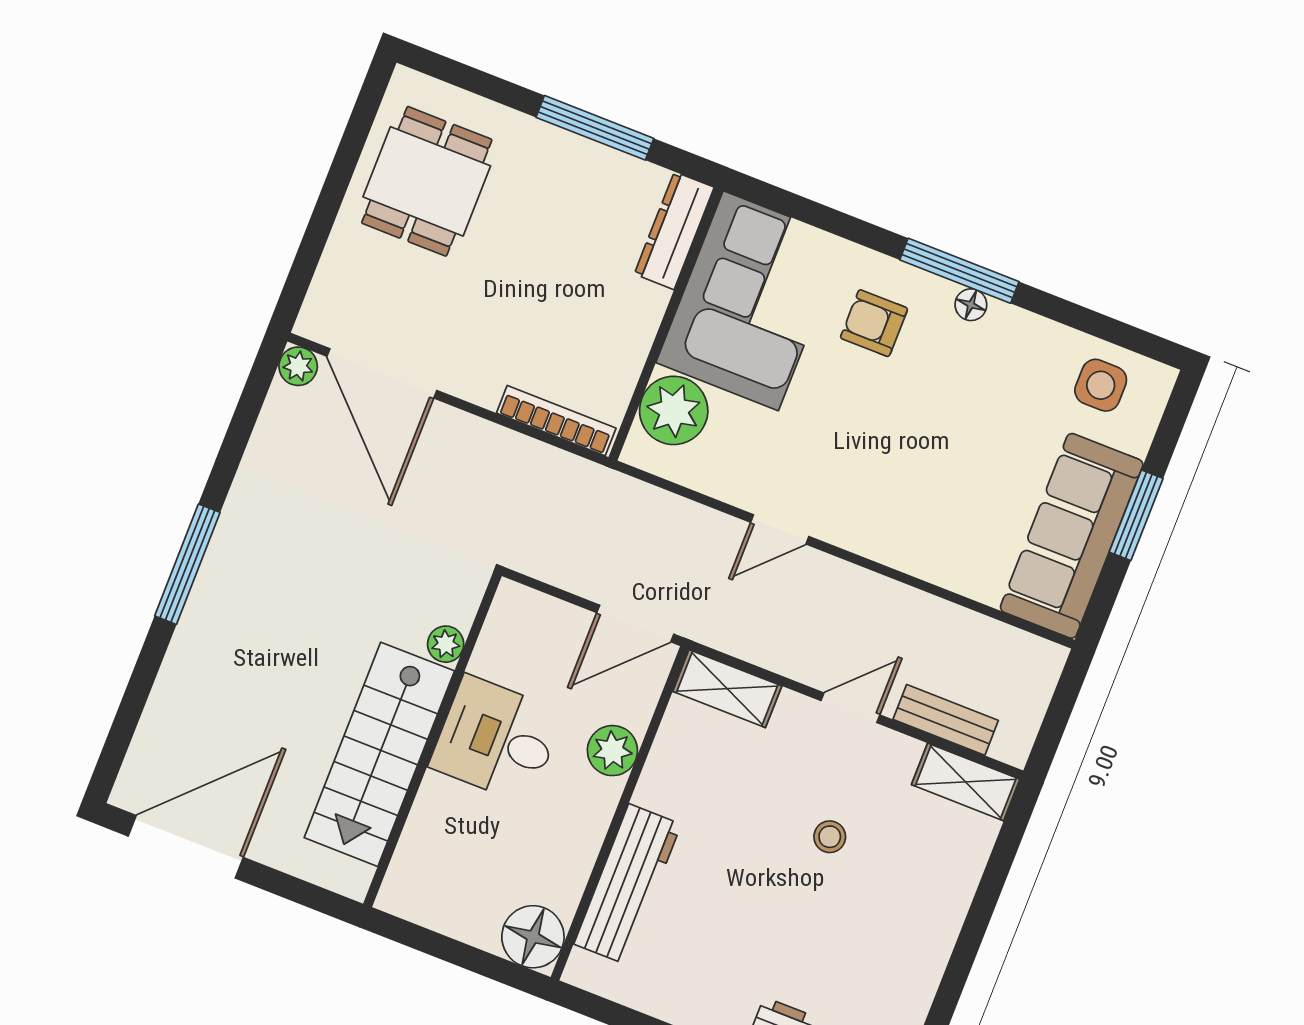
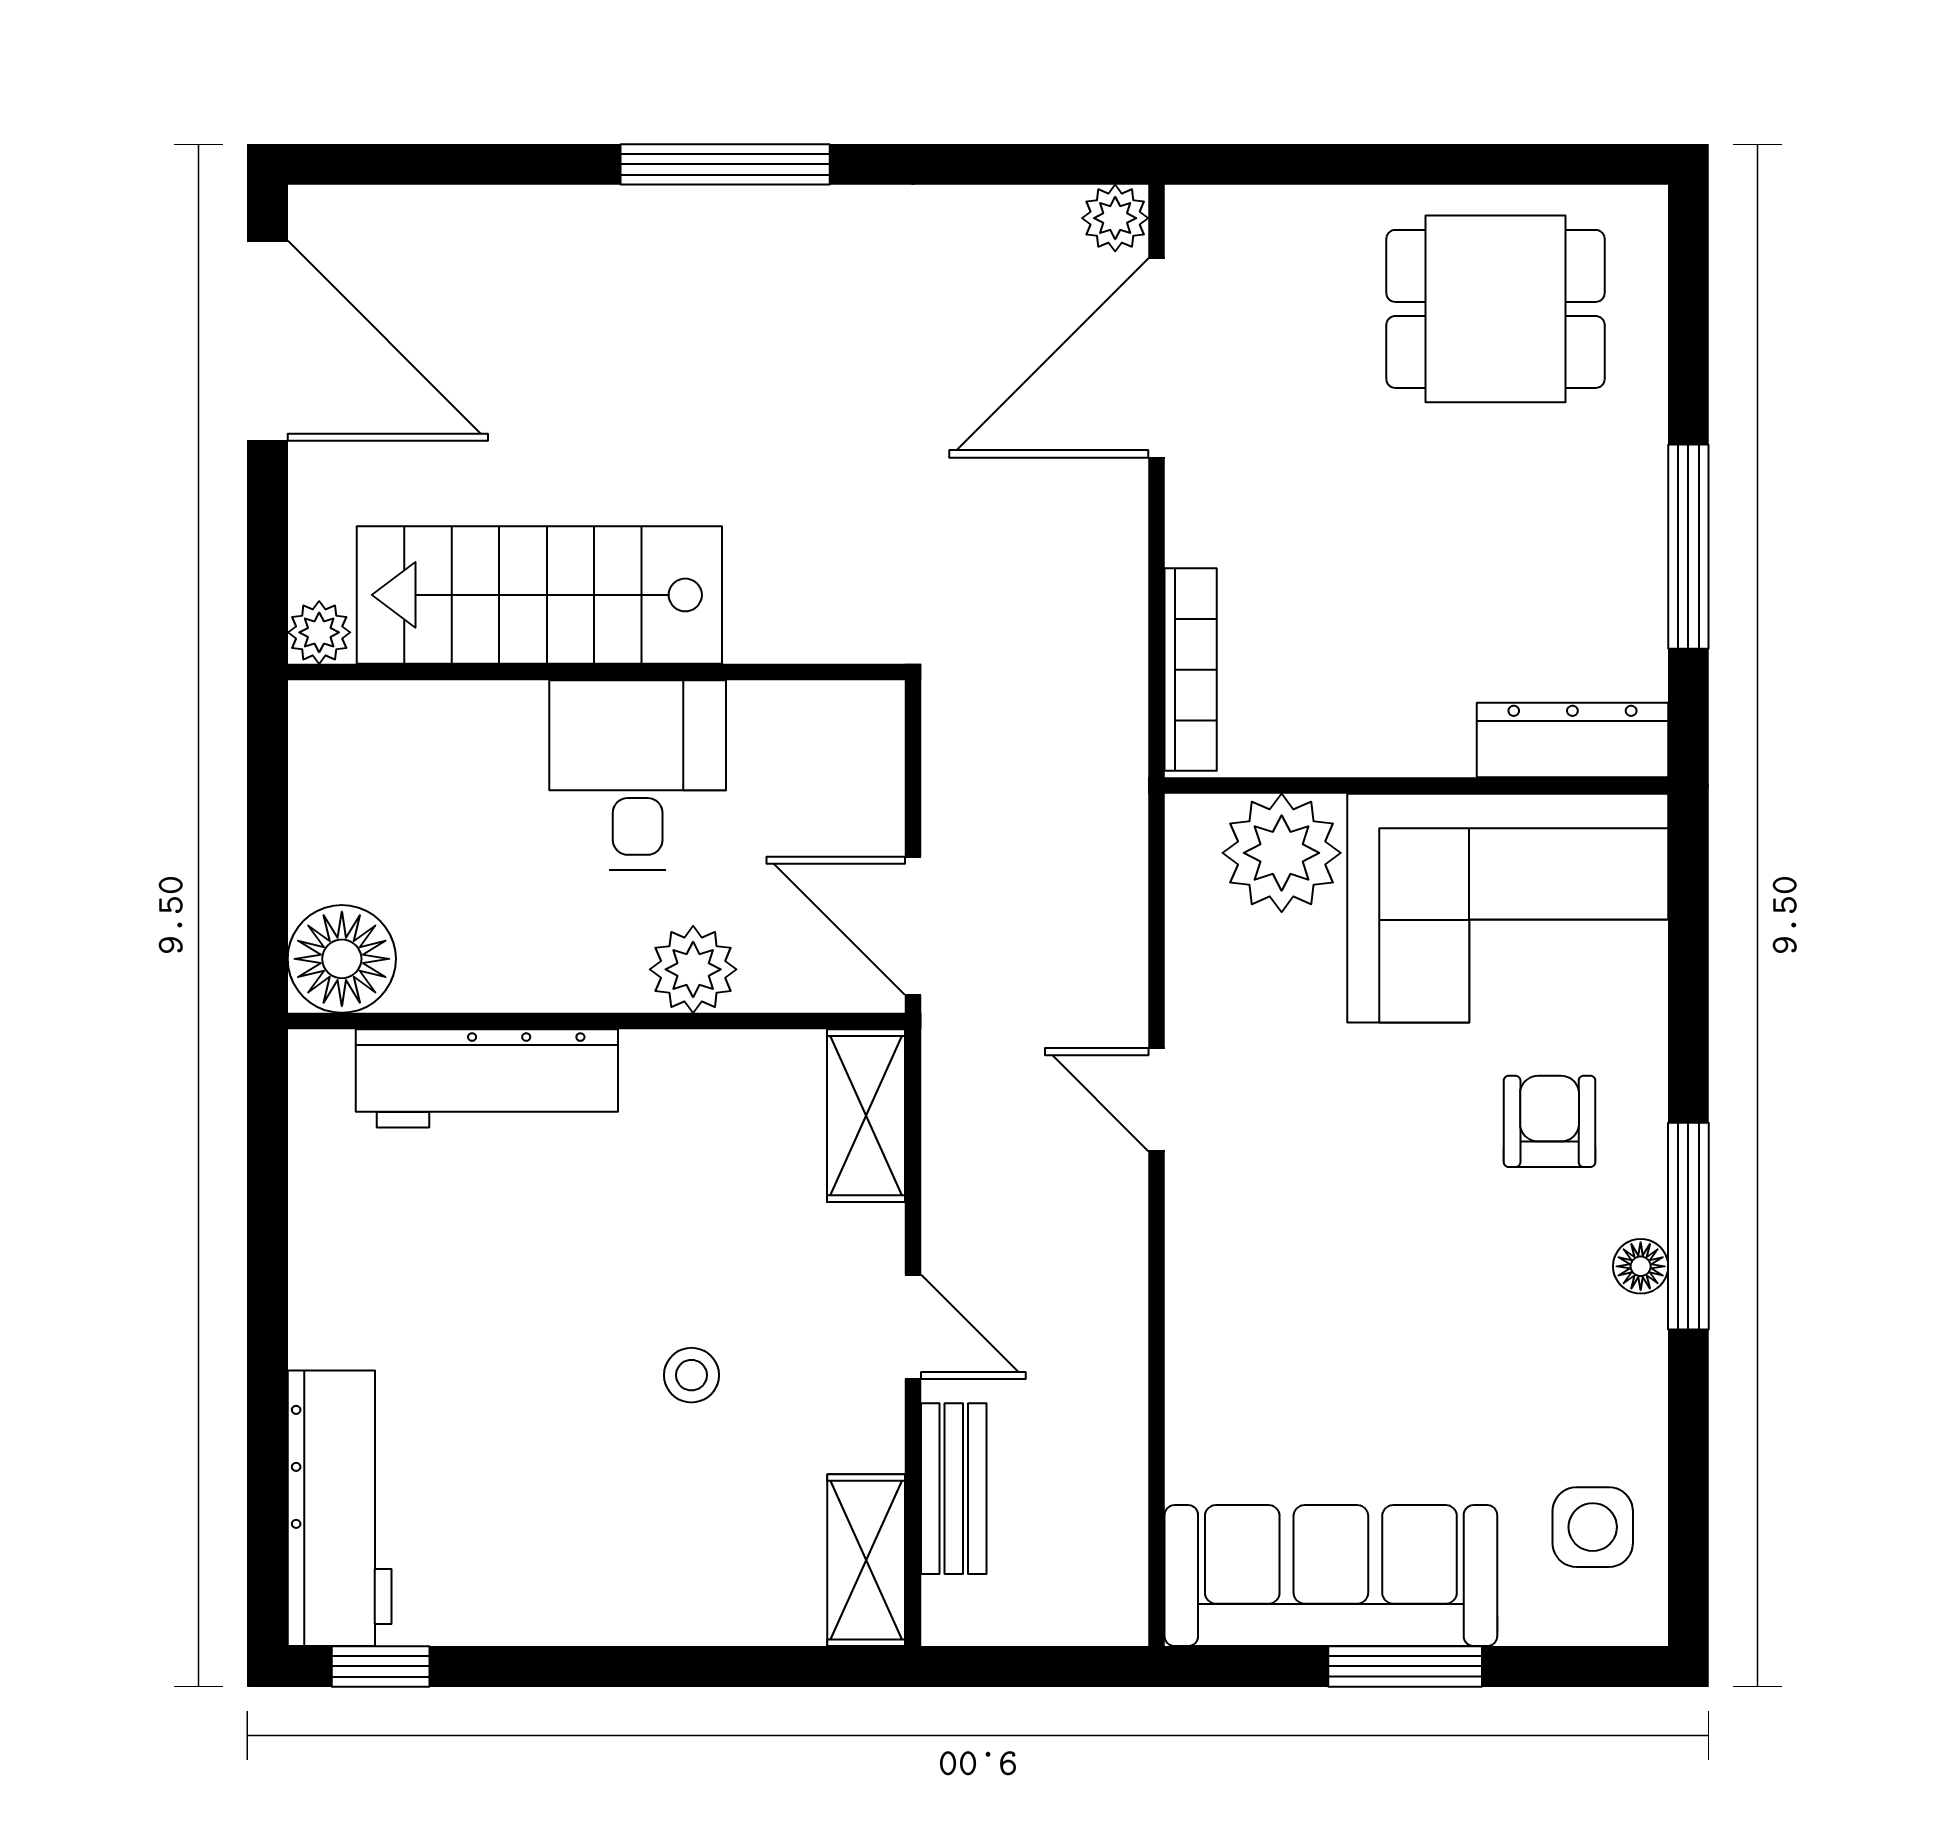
plant: (446, 644) -> (319, 632), moved

